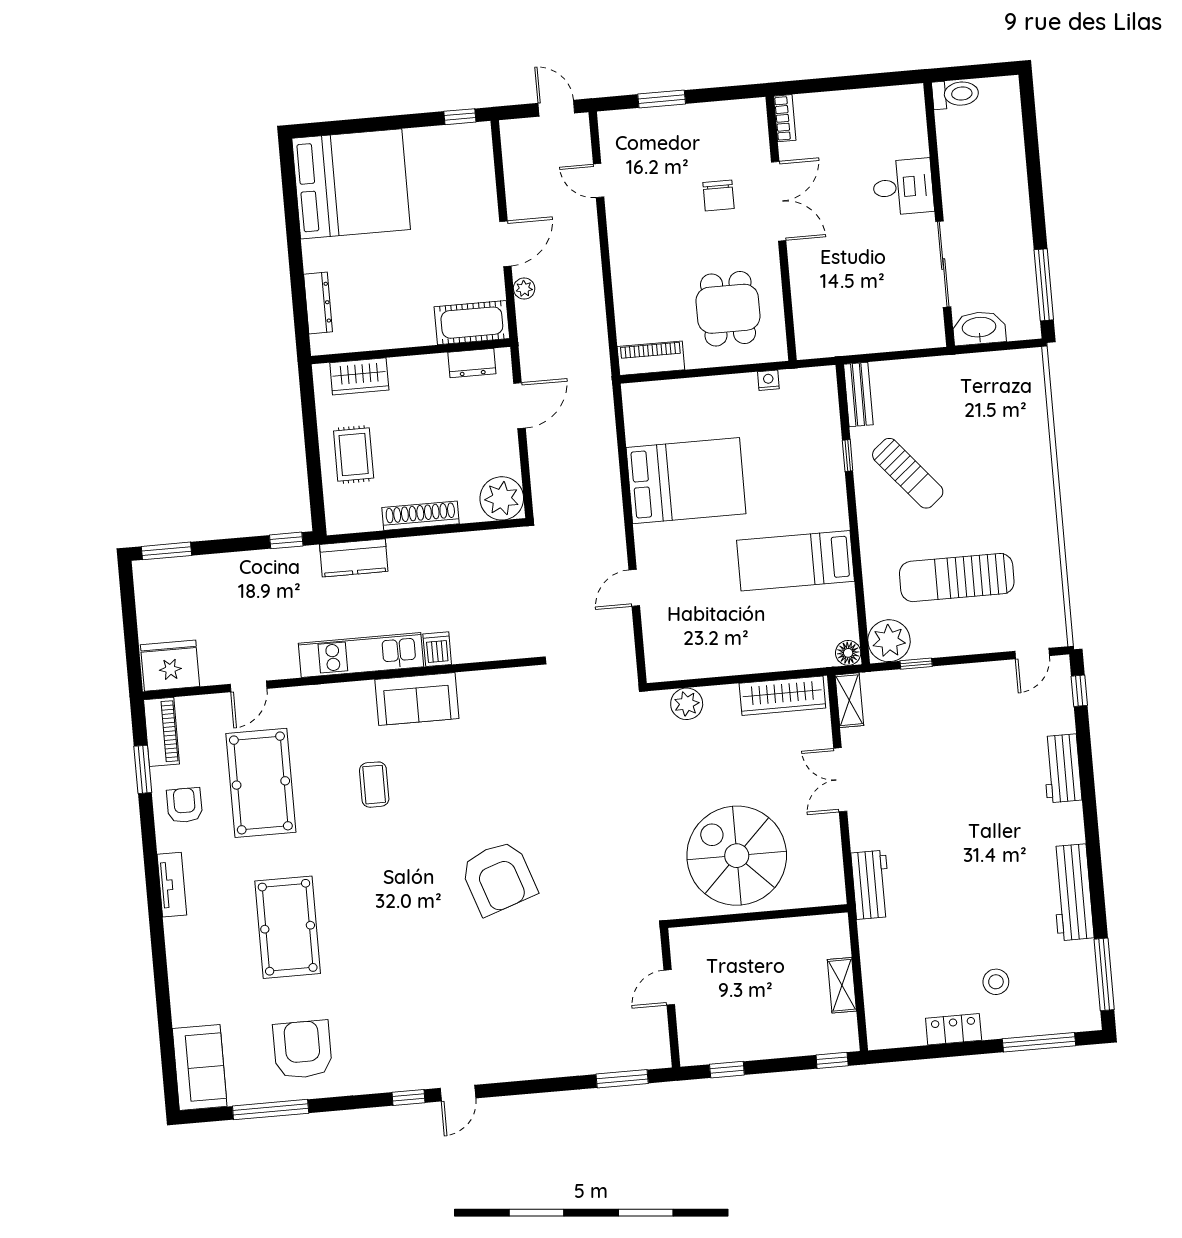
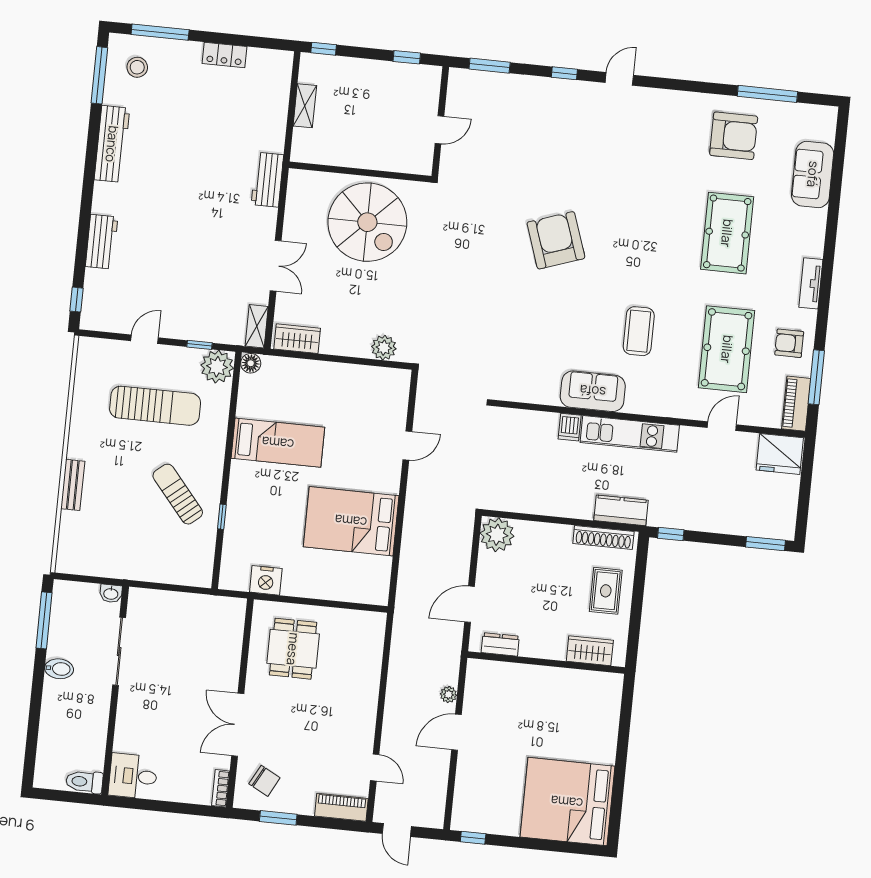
window: (662, 99) -> (278, 818), moved
desk: (903, 187) -> (133, 776), moved
chair: (719, 196) -> (264, 781), moved, turned 118
bidet: (1014, 228) -> (59, 669), added
dresser: (318, 303) -> (611, 714), removed
cot: (472, 323) -> (494, 676), removed
washbasin: (979, 328) -> (111, 593), width x0.52, depth x0.69
piano: (651, 358) -> (341, 807), moved, turned 180
nightstand: (768, 380) -> (266, 580), width x1.89, depth x1.79
bench: (858, 395) -> (73, 485), moved
shoe rack: (421, 516) -> (603, 537), moved
door: (1032, 653) -> (145, 339), moved
wardrobe: (782, 696) -> (297, 339), width x0.67
window: (143, 769) -> (816, 377), width x1.44
coffee table: (374, 785) -> (639, 331), width x1.36, depth x1.30
armchair: (185, 805) -> (789, 343), turned 90
stool: (996, 982) -> (137, 67), moved
armchair: (303, 1050) -> (734, 136), turned -90
sofa: (200, 1067) -> (813, 174), moved
window: (409, 1097) -> (564, 73), moved

